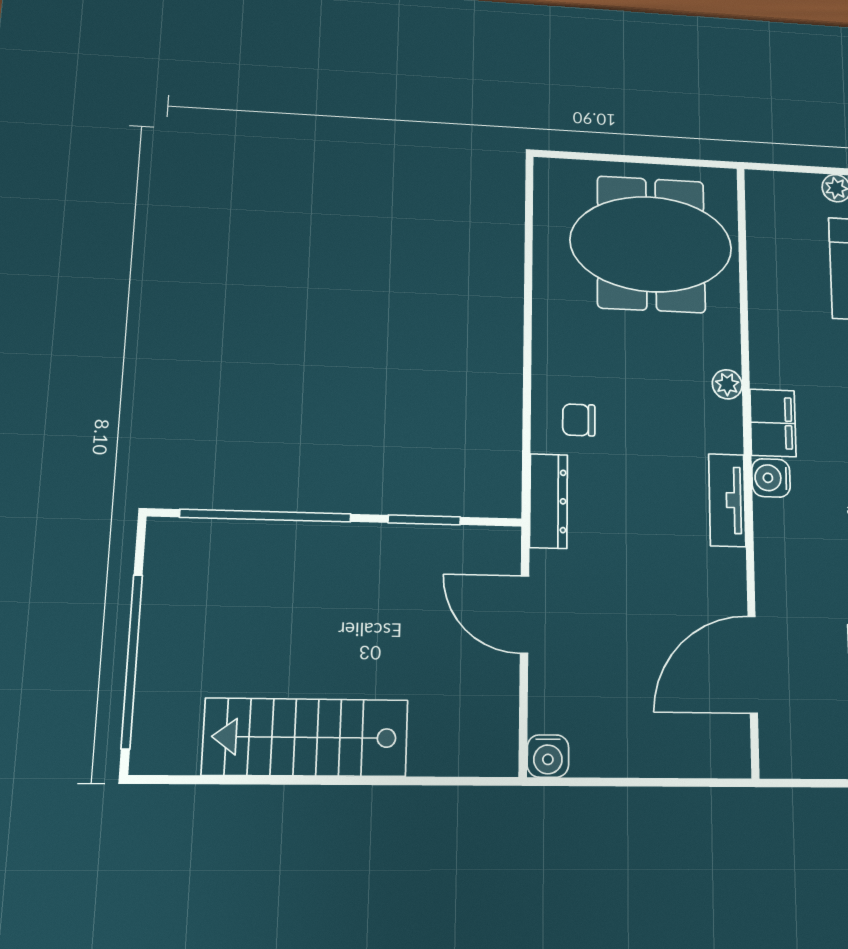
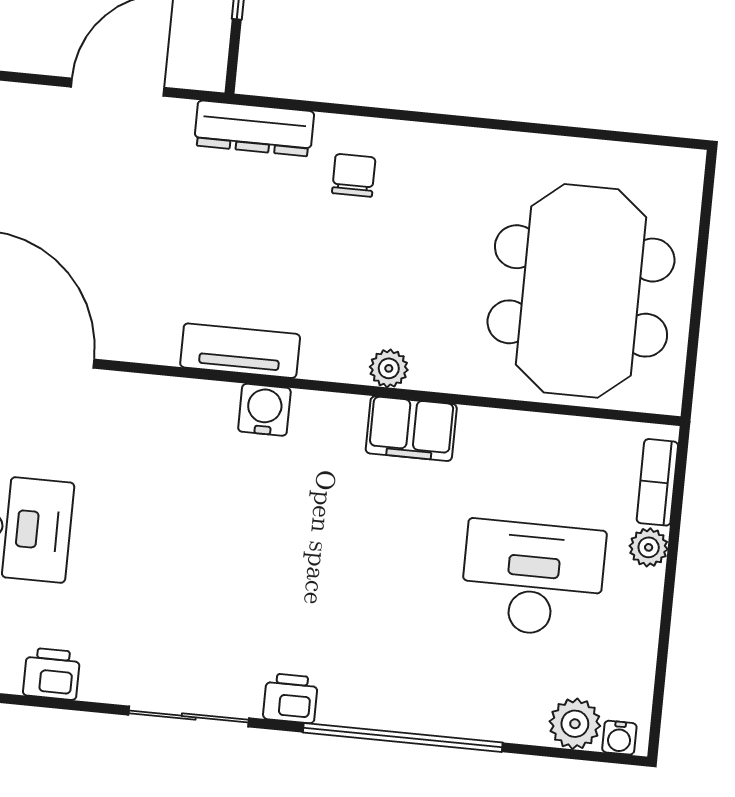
bookcase: (788, 184) -> (657, 482), added
filing cabinet: (773, 423) -> (411, 429), moved

